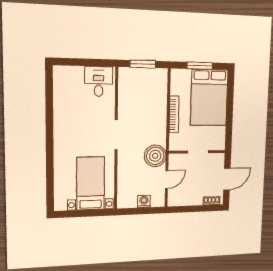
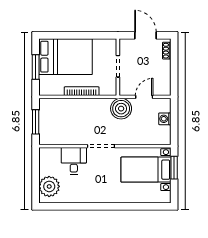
plant: (72, 77) -> (49, 186), added
desk: (99, 81) -> (74, 161), moved, turned 90
door: (167, 179) -> (144, 97), hinge flipped
window: (93, 213) -> (174, 168), added

